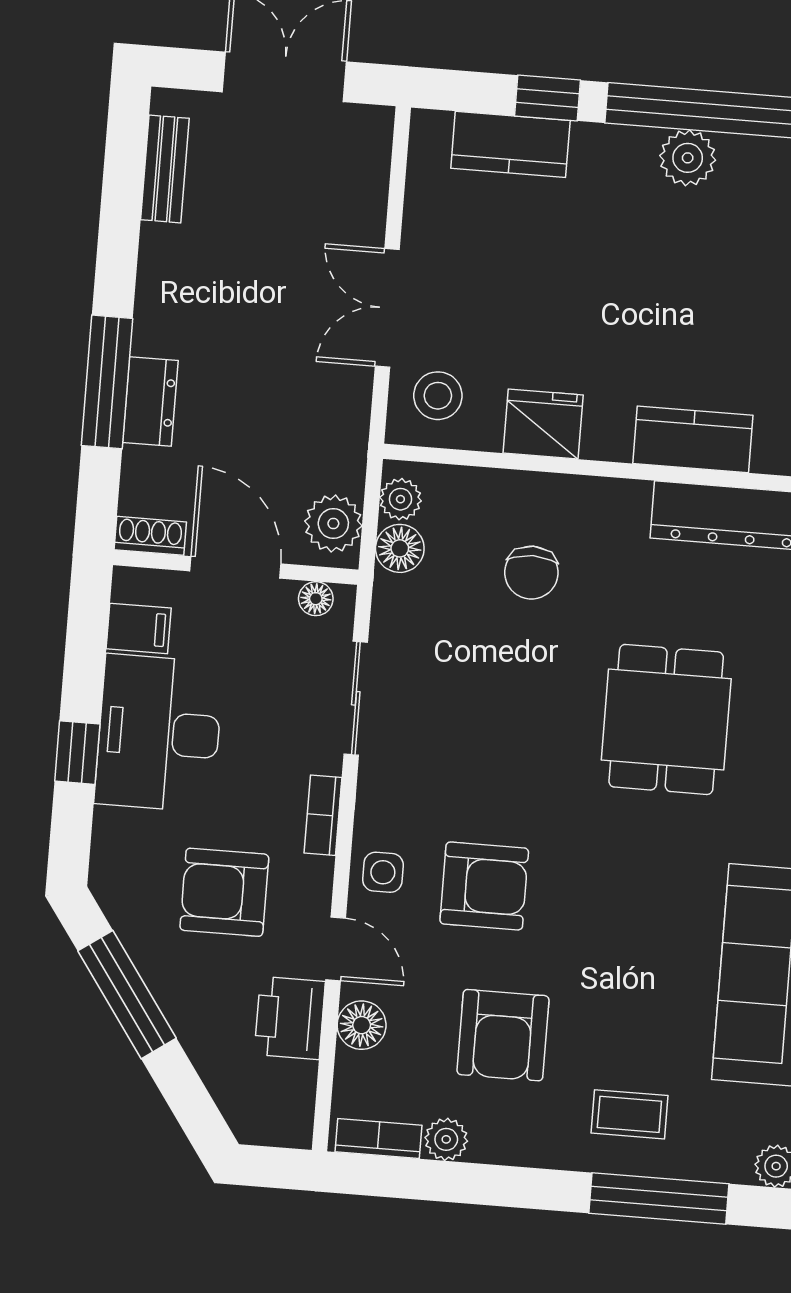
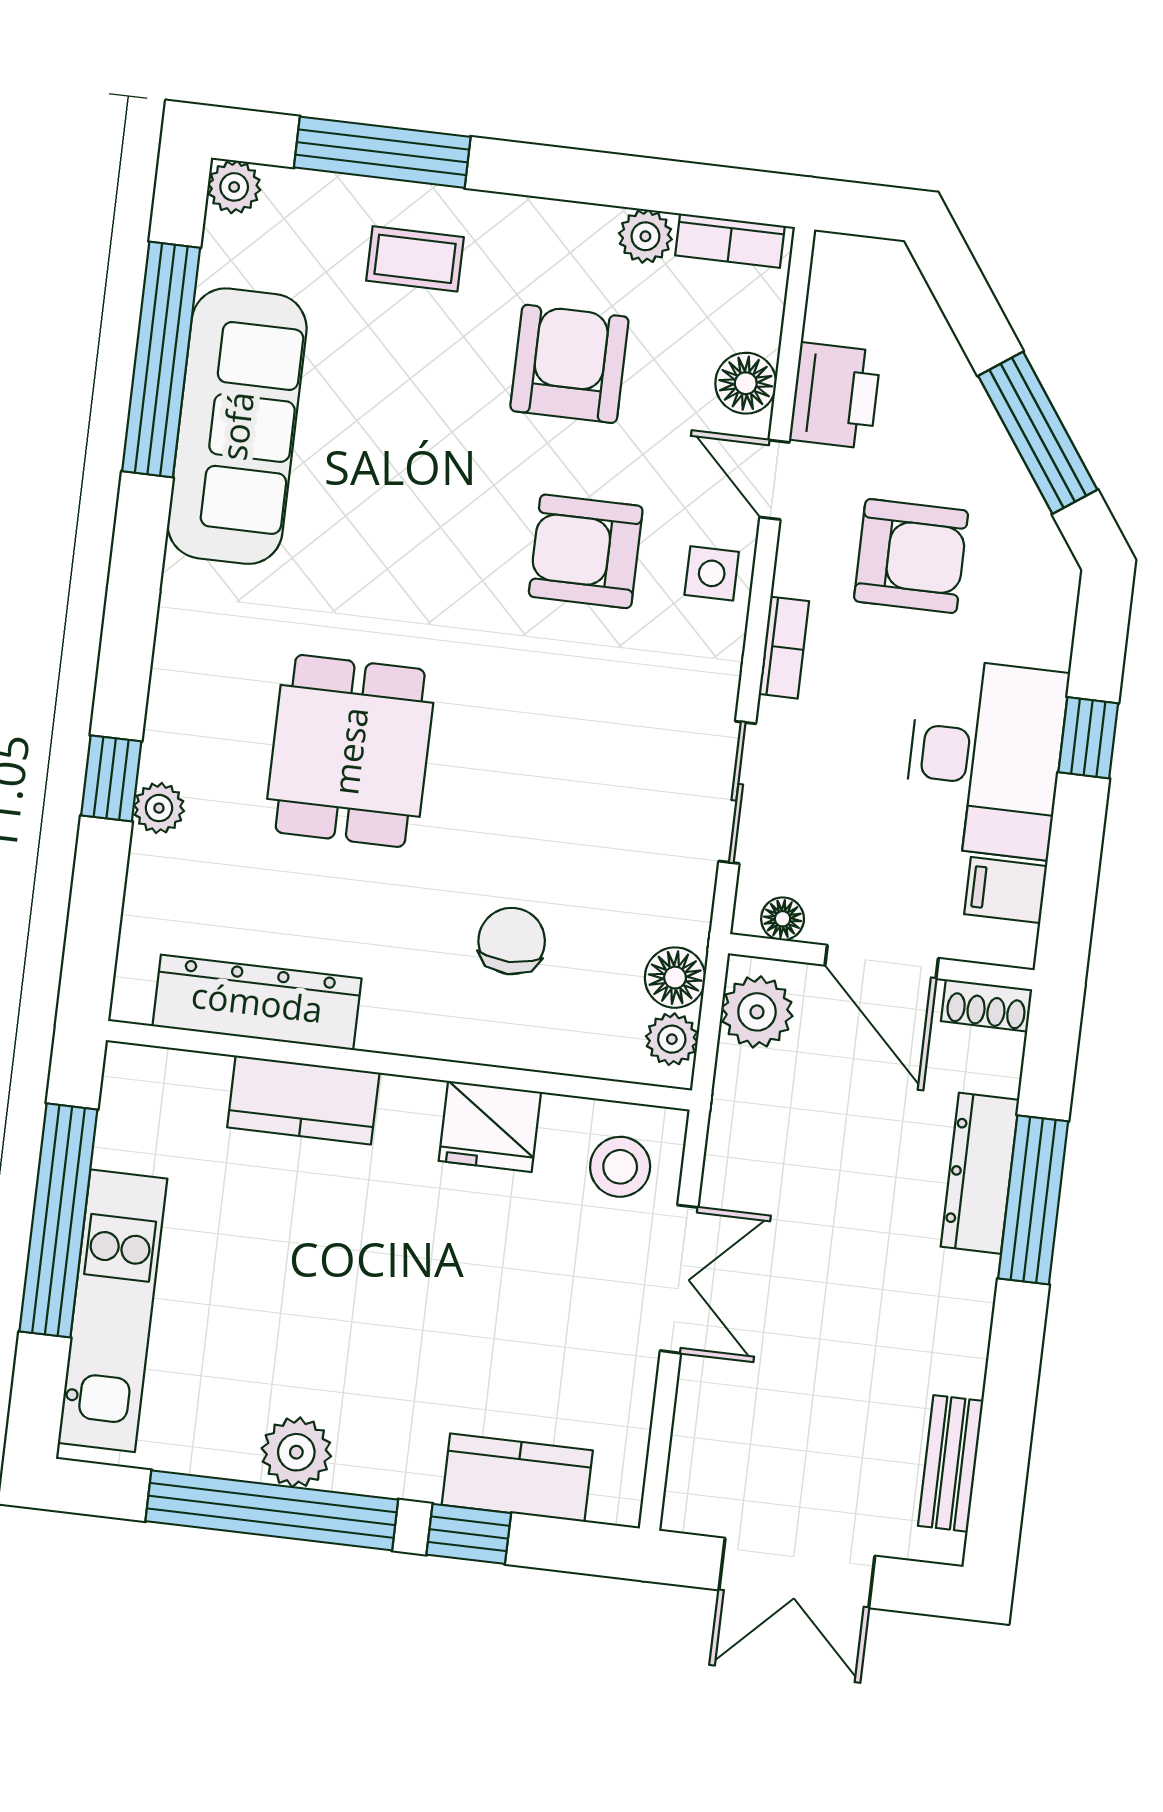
dresser: (150, 402) -> (980, 1173), width x1.44

